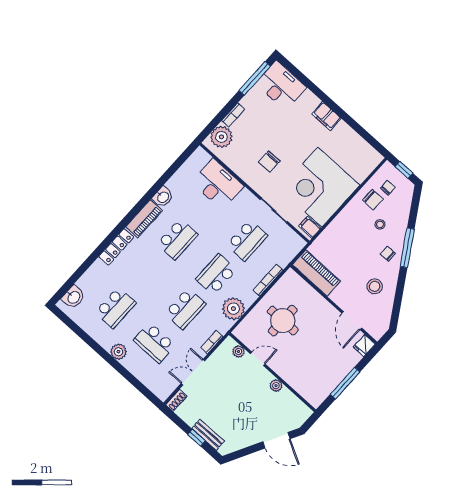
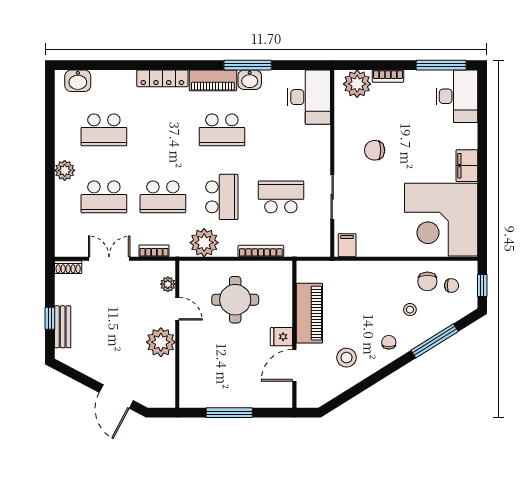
desk: (218, 184) -> (309, 97), moved
corner desk: (320, 187) -> (441, 220), moved, turned -90
window: (153, 190) -> (248, 65), added
school desk: (247, 240) -> (281, 197), turned 180
window: (407, 248) -> (435, 341), moved
piano: (316, 273) -> (309, 313), moved
school desk: (216, 274) -> (222, 197), turned 90
school desk: (154, 343) -> (104, 197), turned -90
fridge: (364, 346) -> (281, 337), moved
plant: (276, 386) -> (161, 342), width x1.87, depth x1.87

